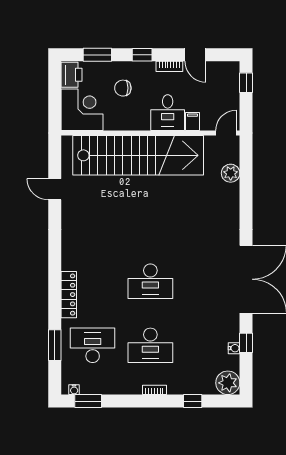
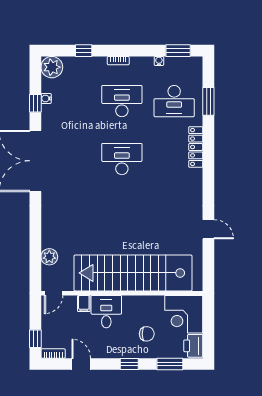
bookcase: (169, 66) -> (53, 353), moved
door: (55, 189) -> (208, 229), moved
water cooler: (74, 390) -> (159, 61), moved

